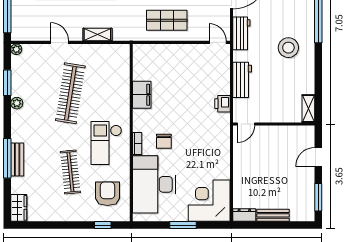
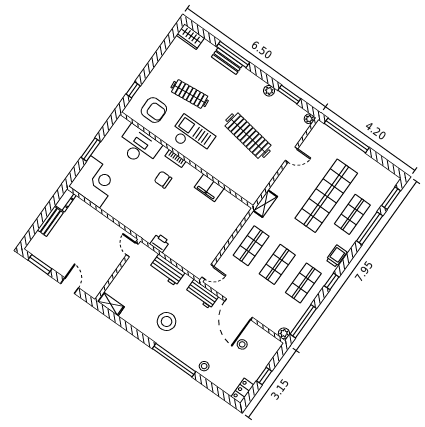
shelving: (97, 34) -> (265, 204), moved
desk: (154, 184) -> (139, 146), width x0.73, depth x0.77

